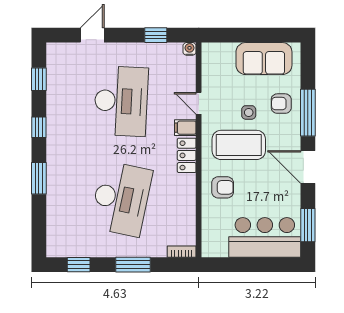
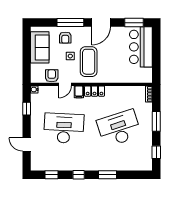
armchair: (223, 187) -> (52, 76), moved
desk: (121, 199) -> (119, 128), turned -30

